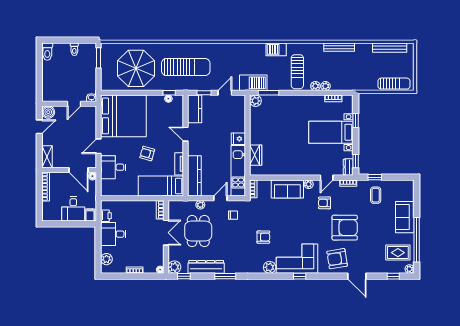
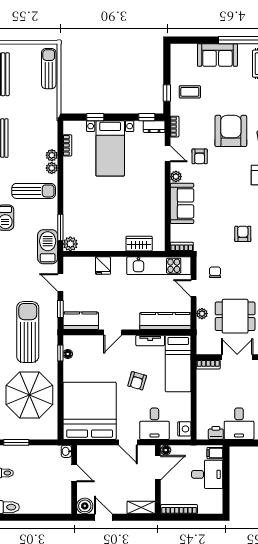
fridge: (238, 139) -> (103, 266), moved
nightstand: (109, 191) -> (184, 429), added

